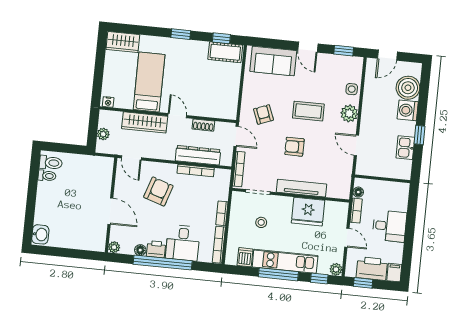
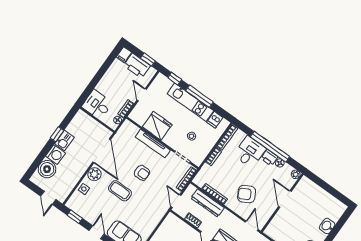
door: (387, 55) -> (48, 198), swing flipped
armchair: (264, 114) -> (150, 205), removed
door: (356, 145) -> (102, 151), width x1.87
kitchen sink: (405, 148) -> (64, 140), moved
armchair: (158, 191) -> (247, 194), turned 43
desk: (389, 226) -> (97, 105), moved
washbasin: (40, 234) -> (327, 226), moved
plant: (336, 269) -> (160, 78), removed

